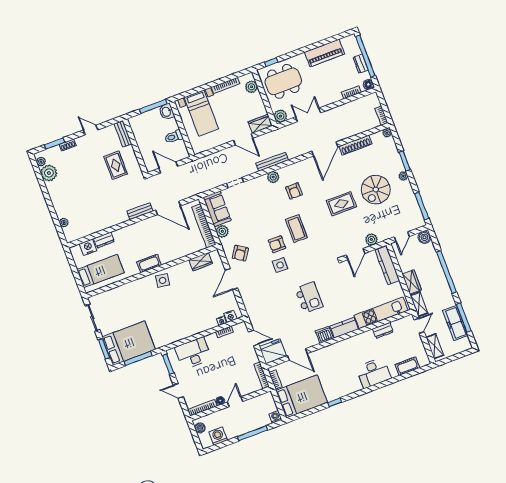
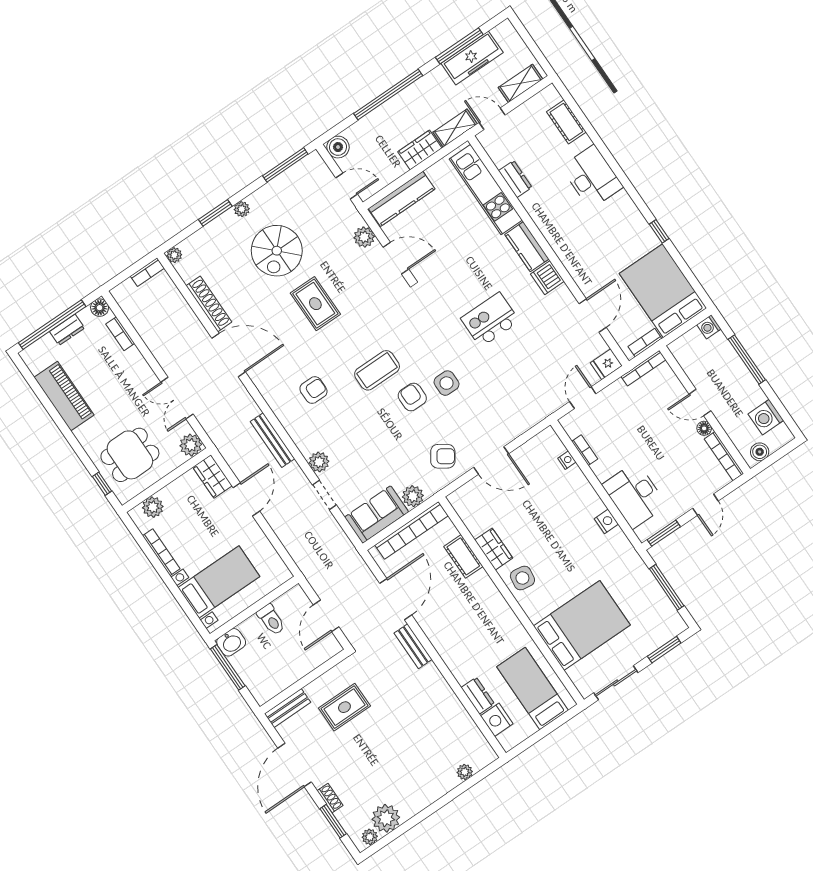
dining table: (283, 81) -> (130, 455), width x0.73
door: (91, 130) -> (295, 765), width x1.87
plant: (273, 177) -> (319, 462), moved
spiral stairs: (376, 190) -> (277, 251), turned 90
armchair: (277, 244) -> (412, 397), turned 180
wardrobe: (201, 262) -> (494, 549), moved
cot: (149, 263) -> (463, 556), moved
nightstand: (230, 316) -> (606, 521), moved
bed: (129, 343) -> (582, 625), moved, turned 90
fridge: (273, 351) -> (606, 364), width x0.53, depth x0.75

